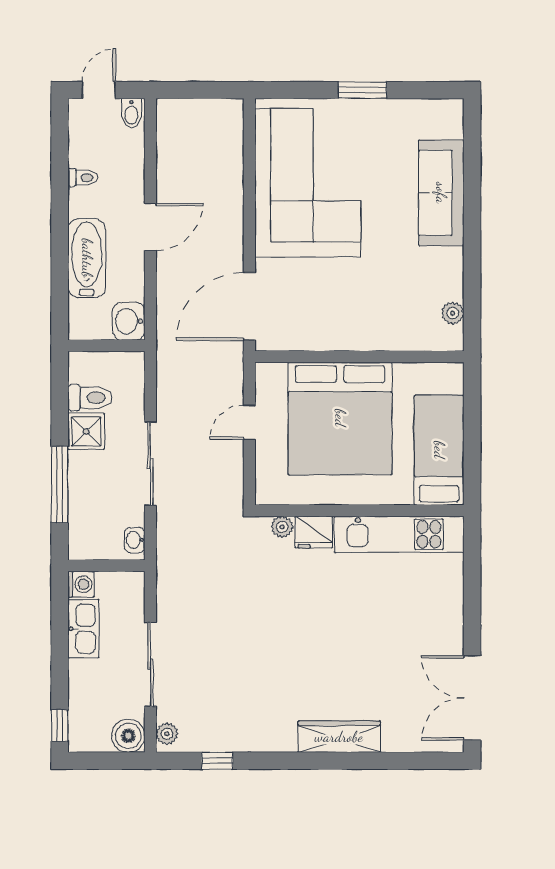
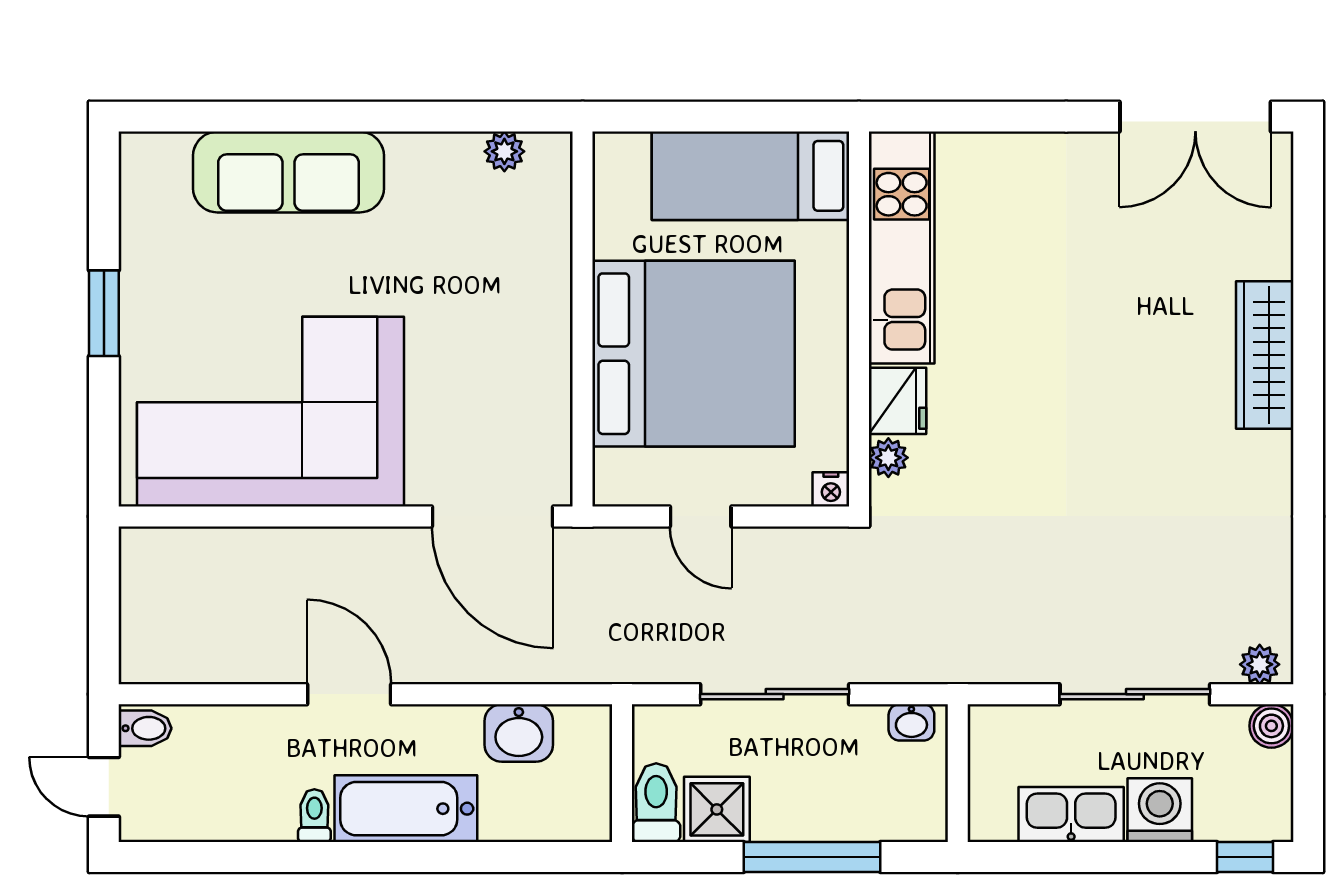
toilet: (83, 178) -> (314, 816), moved
wall: (106, 346) -> (622, 773), moved
nightstand: (264, 495) -> (831, 489), added
washing machine: (81, 584) -> (1160, 810), moved, width x1.38, depth x1.38
boiler: (128, 736) -> (1271, 726), width x0.73, depth x0.73
window: (217, 761) -> (1308, 574), removed

